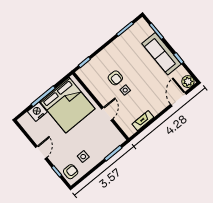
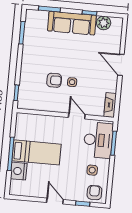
plant: (188, 82) -> (104, 23), moved
door: (179, 99) -> (121, 65), moved
bed: (67, 105) -> (36, 152), width x0.49
fireplace: (143, 121) -> (110, 105), moved
desk: (105, 142) -> (98, 140), added

